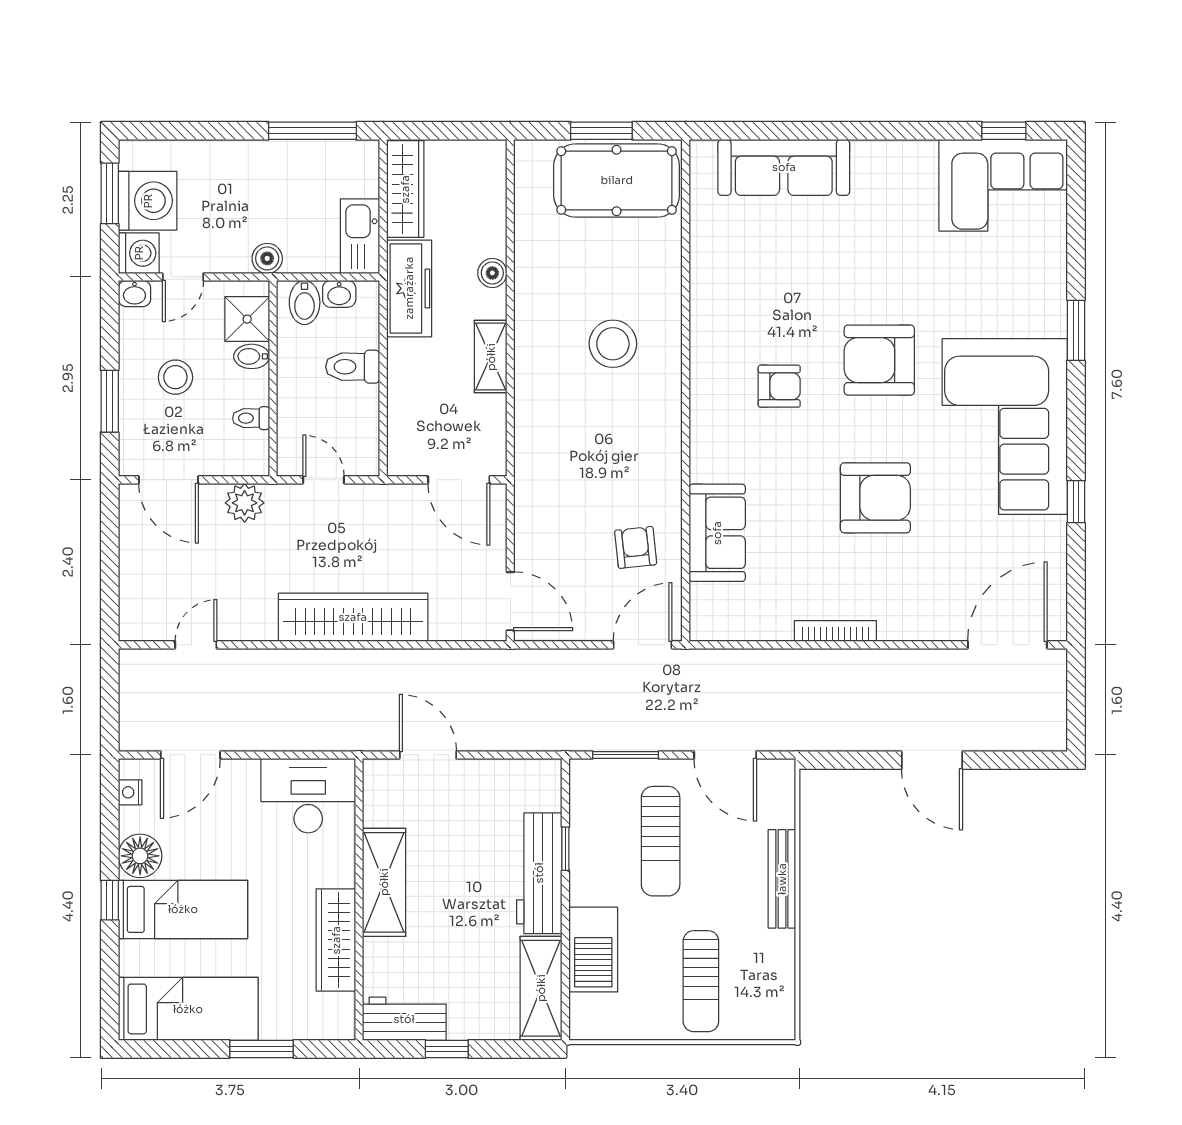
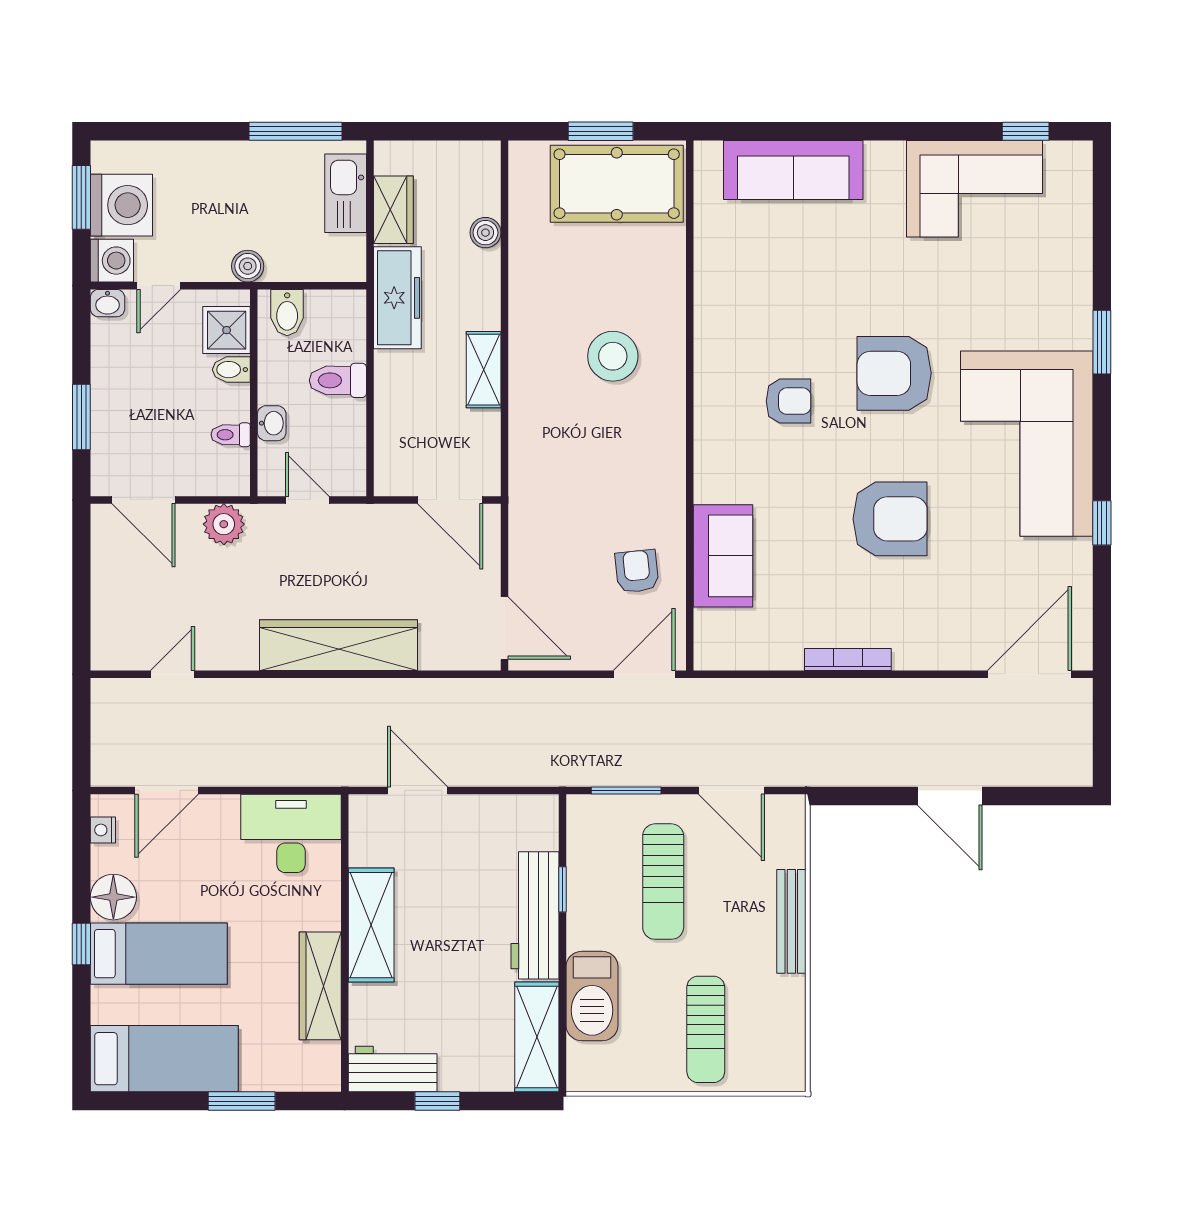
corner sofa: (1003, 185) -> (974, 189), moved
wardrobe: (405, 189) -> (393, 210), width x0.67
kitchen sink: (360, 236) -> (346, 193), moved
boiler: (492, 273) -> (485, 233), moved
washbasin: (339, 294) -> (272, 423), moved, turned -90
stool: (175, 377) -> (151, 391), removed

